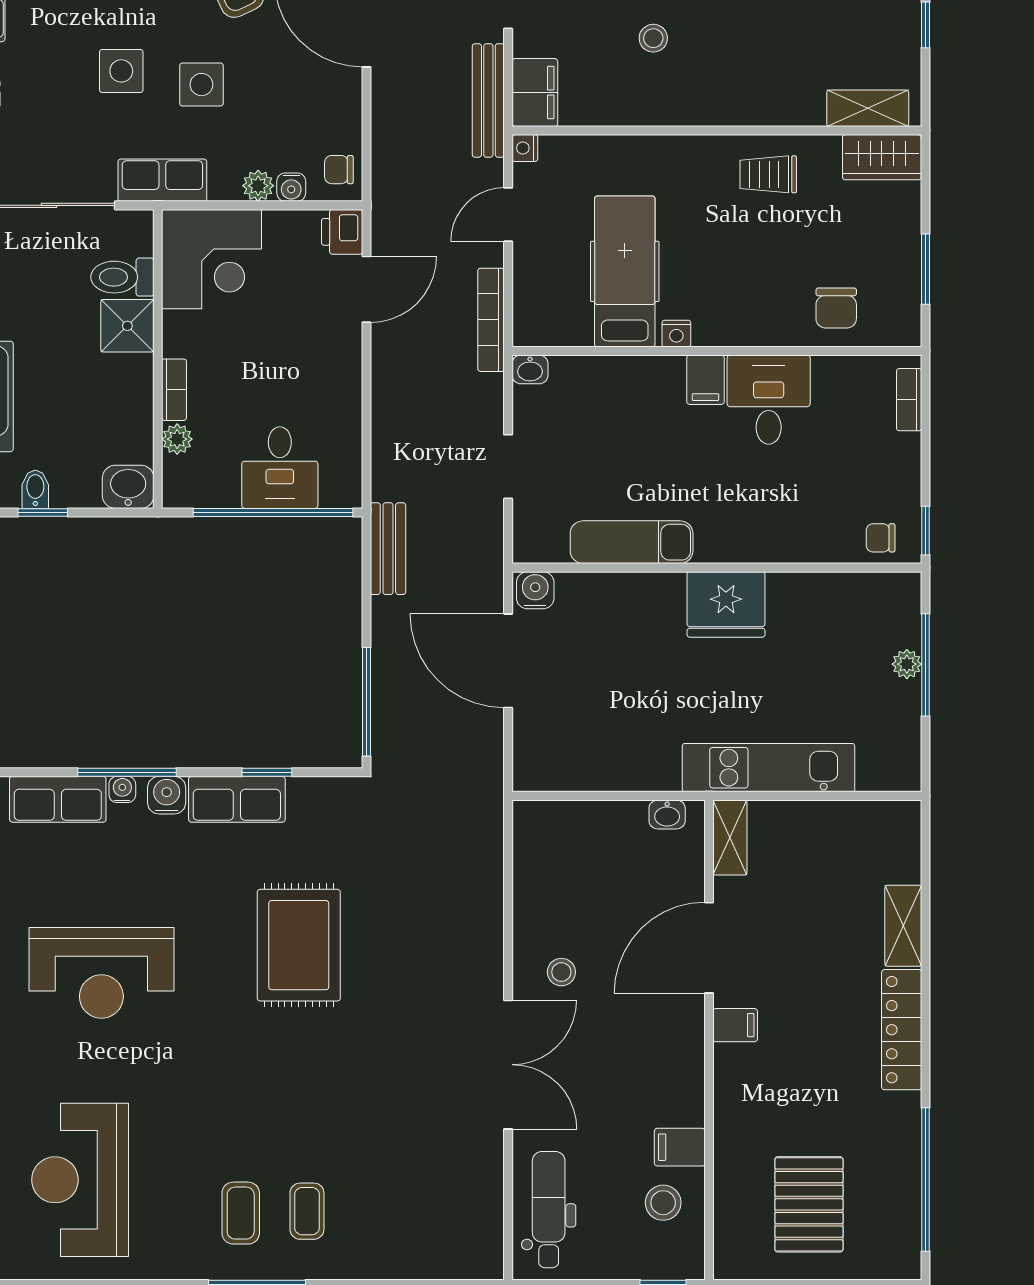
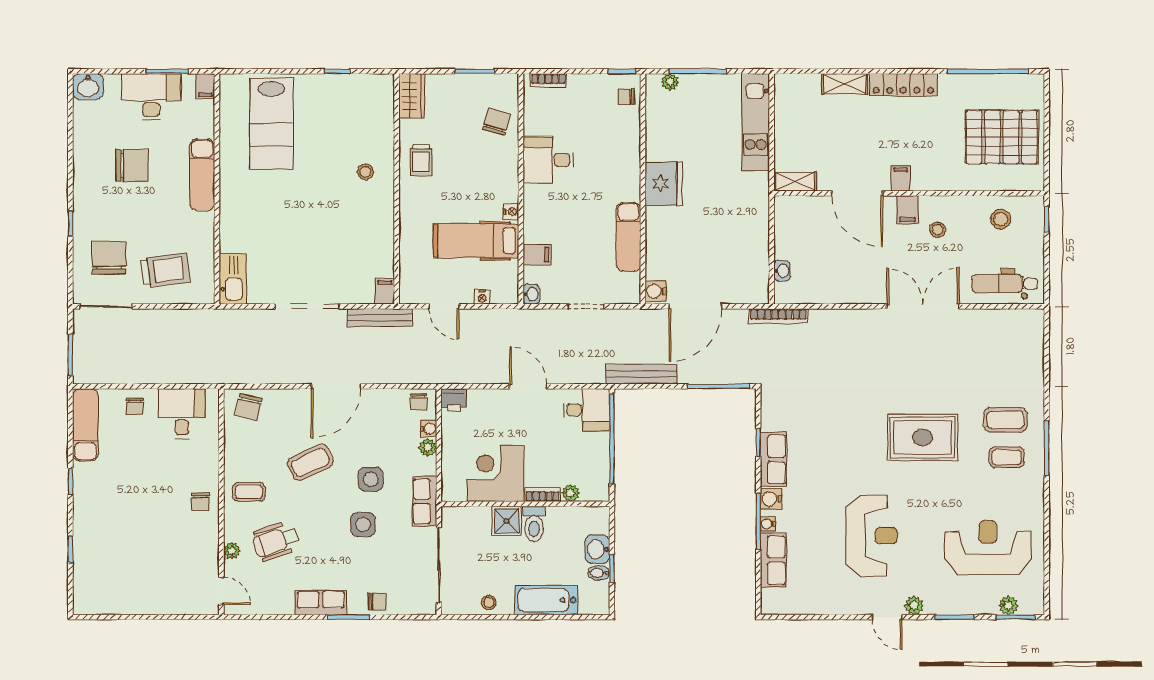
stool: (653, 38) -> (365, 172), moved
filing cabinet: (535, 93) -> (385, 291), width x0.50
shelving: (868, 108) -> (384, 104), removed
nightstand: (525, 148) -> (482, 297), moved
corner desk: (212, 259) -> (495, 474), moved, turned -90
toilet: (122, 277) -> (534, 524), moved
door: (366, 289) -> (528, 386), moved
chair: (836, 308) -> (497, 122), turned -74
bookcase: (491, 320) -> (778, 316), moved
filing cabinet: (705, 380) -> (537, 255), moved
desk: (280, 468) -> (587, 410), moved
washbasin: (128, 487) -> (597, 549), moved
chair: (881, 538) -> (626, 97), turned 90
bench: (388, 549) -> (642, 374), width x1.36
plant: (907, 664) -> (670, 82), moved
kitchen unit: (769, 768) -> (756, 122), moved
washbasin: (667, 814) -> (782, 271), moved
rug: (299, 945) -> (922, 437), moved
stool: (561, 972) -> (938, 230), moved
filing cabinet: (680, 1147) -> (907, 210), moved
reception desk: (80, 1180) -> (988, 548), turned 180
pallet: (809, 1204) -> (1002, 137), width x1.37, depth x1.41
coffee table: (307, 1211) -> (1006, 420), width x1.36, depth x1.30

